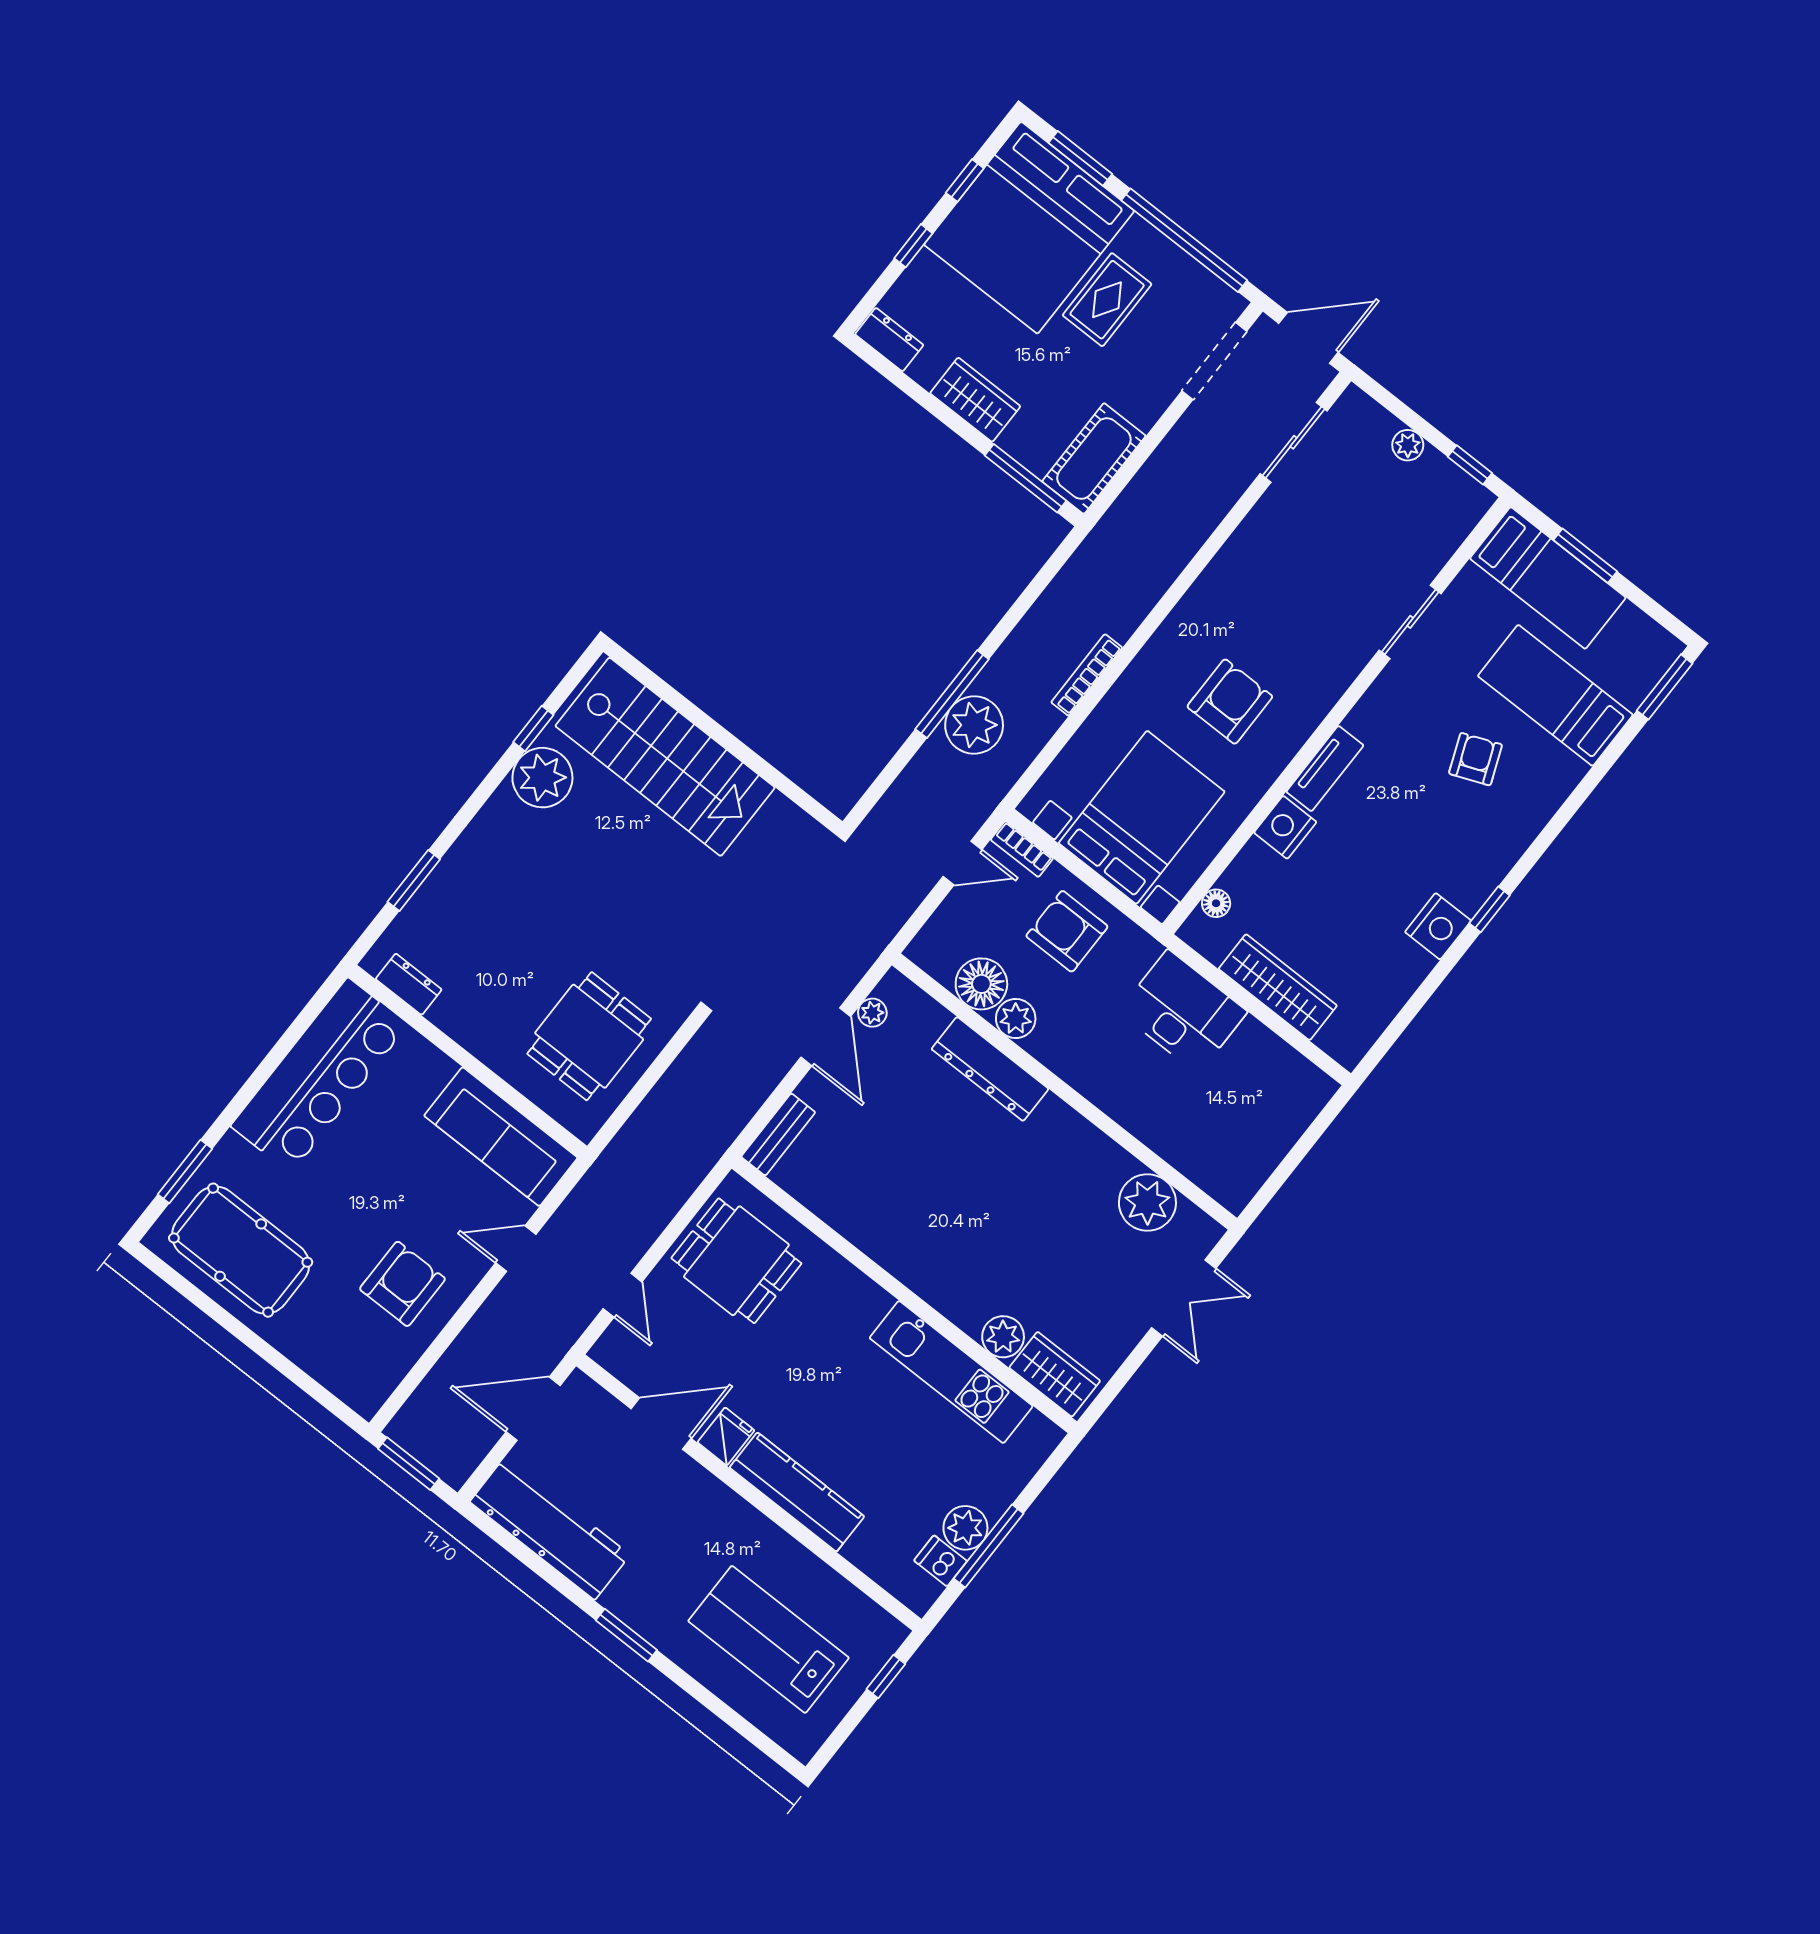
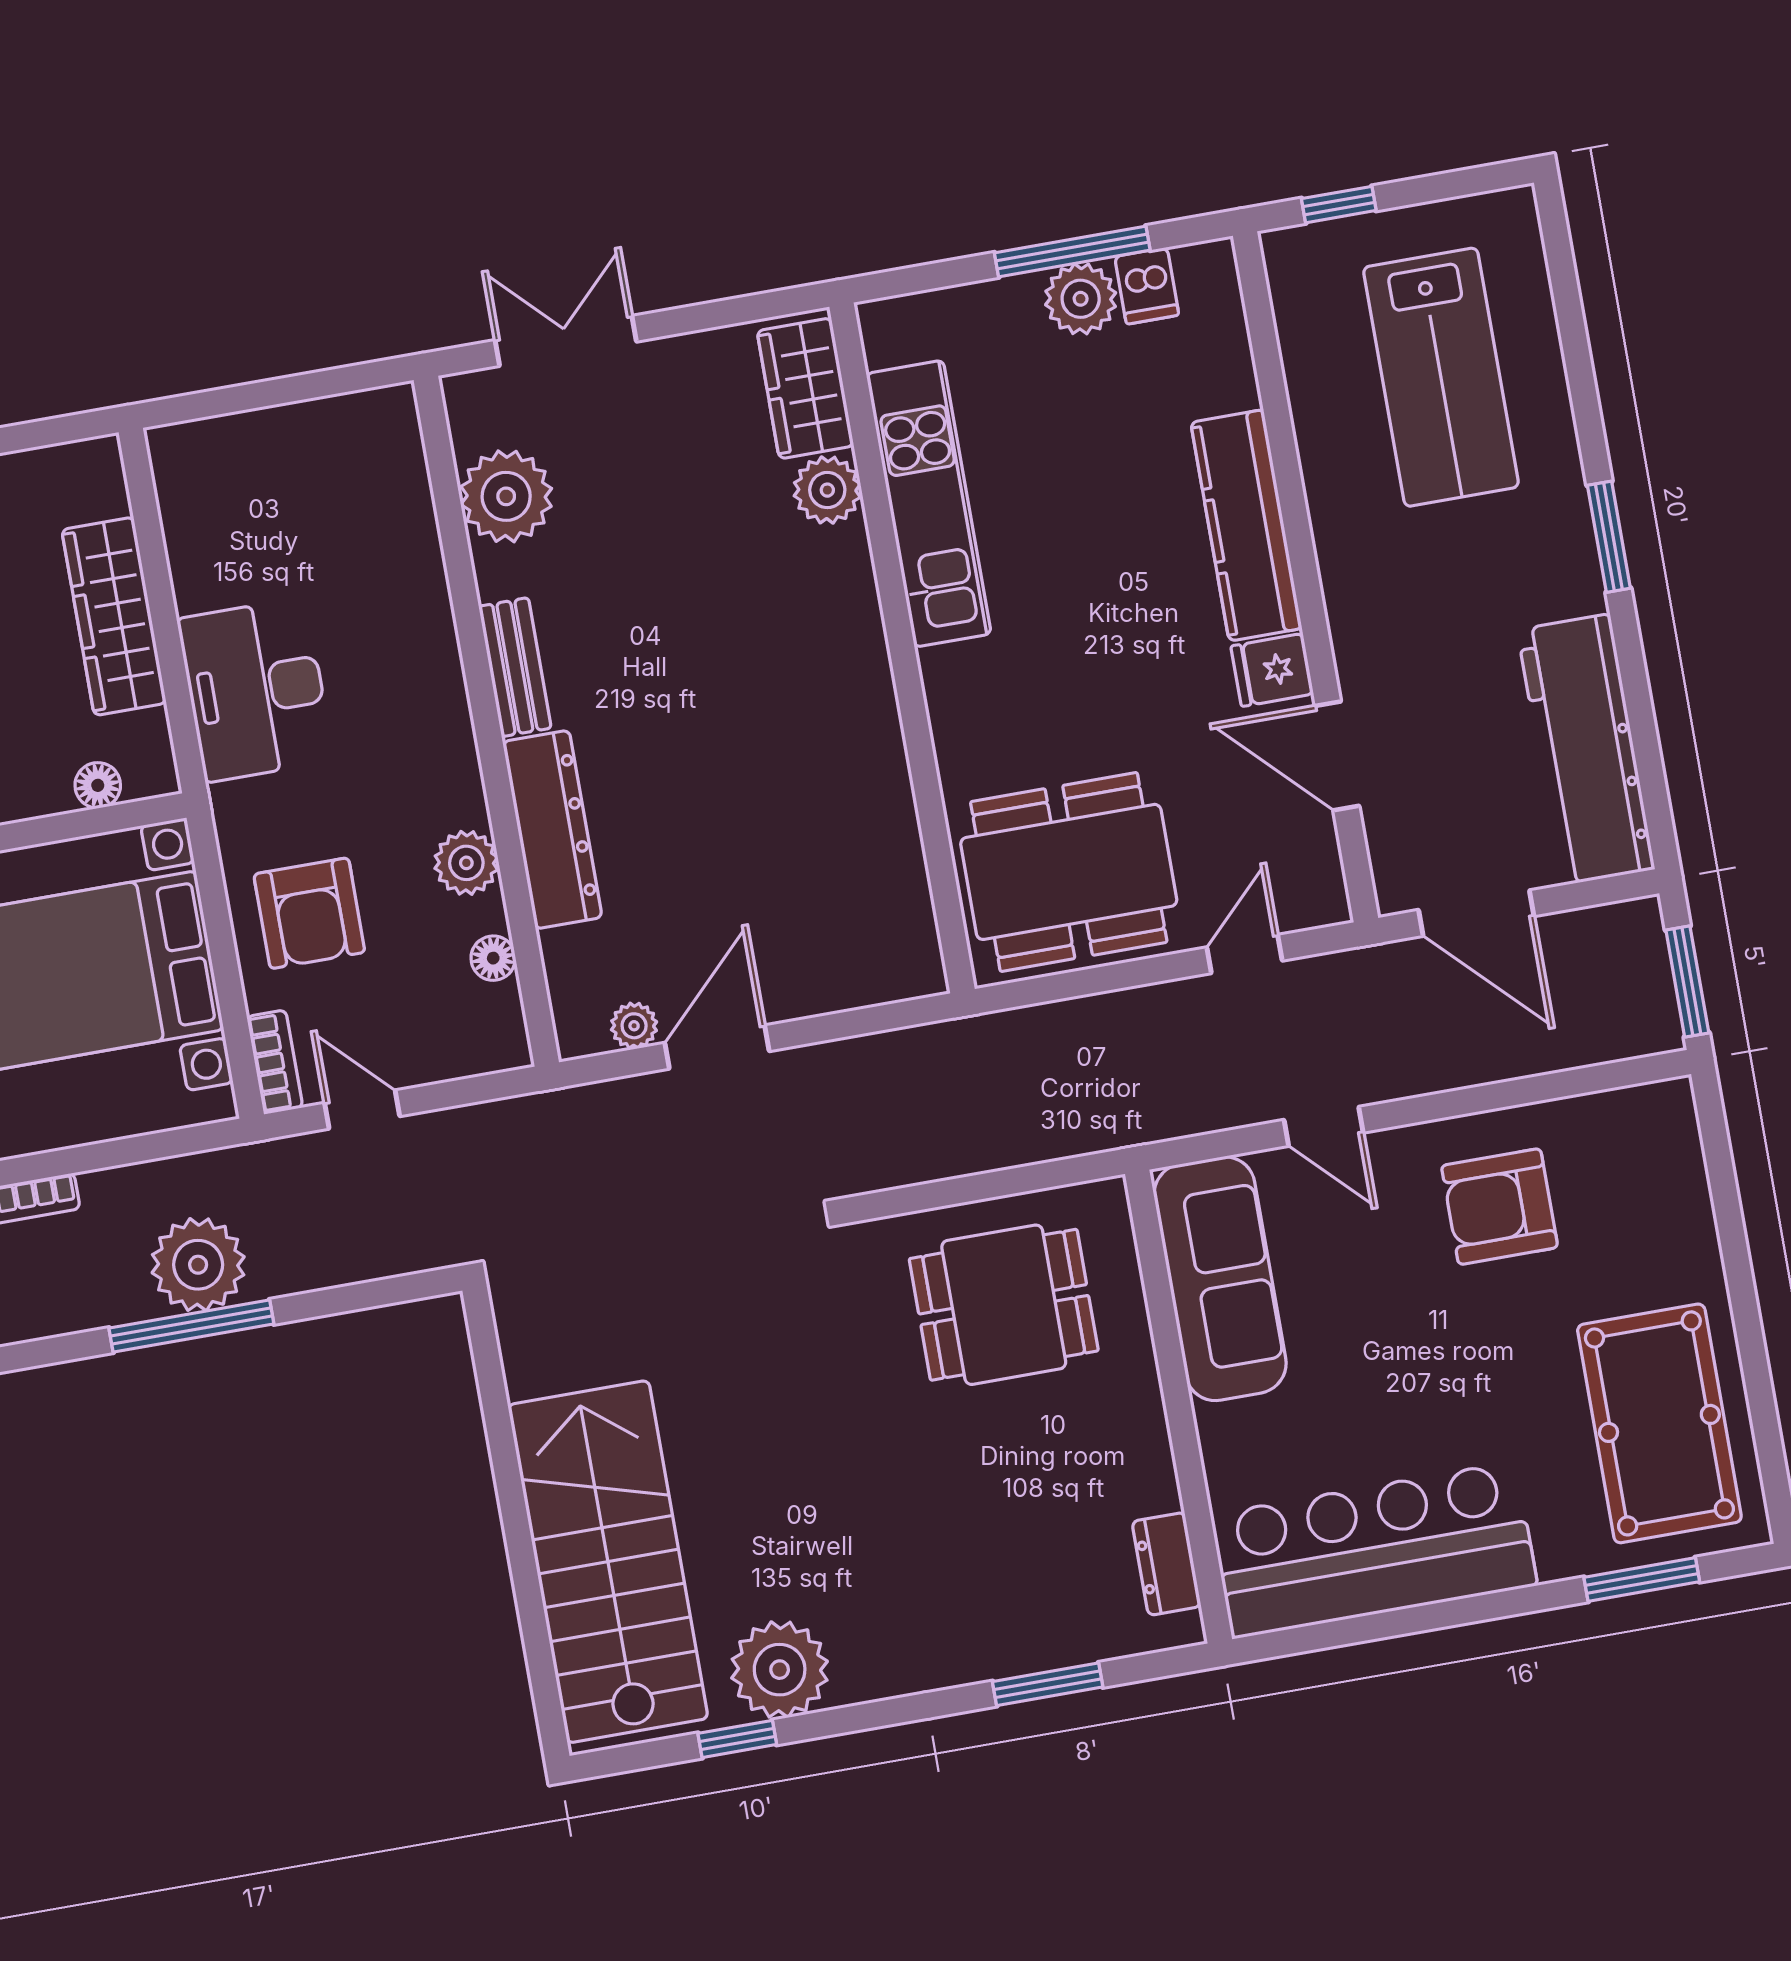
floor lamp: (981, 984) -> (493, 958), width x0.53, depth x0.53
bench: (778, 1134) -> (515, 667), moved, turned 90
dining table: (736, 1261) -> (1069, 872), width x1.38

